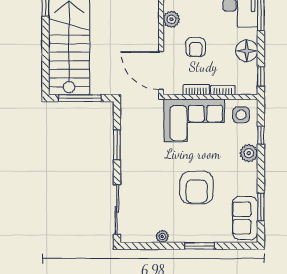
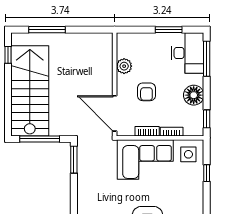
window: (117, 145) -> (74, 160), moved
plant: (249, 153) -> (196, 190), removed

